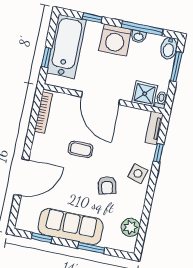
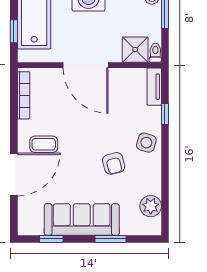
coffee table: (81, 149) -> (44, 144), moved

